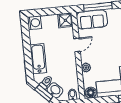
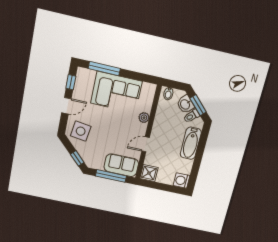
floor lamp: (91, 93) -> (148, 89), removed

